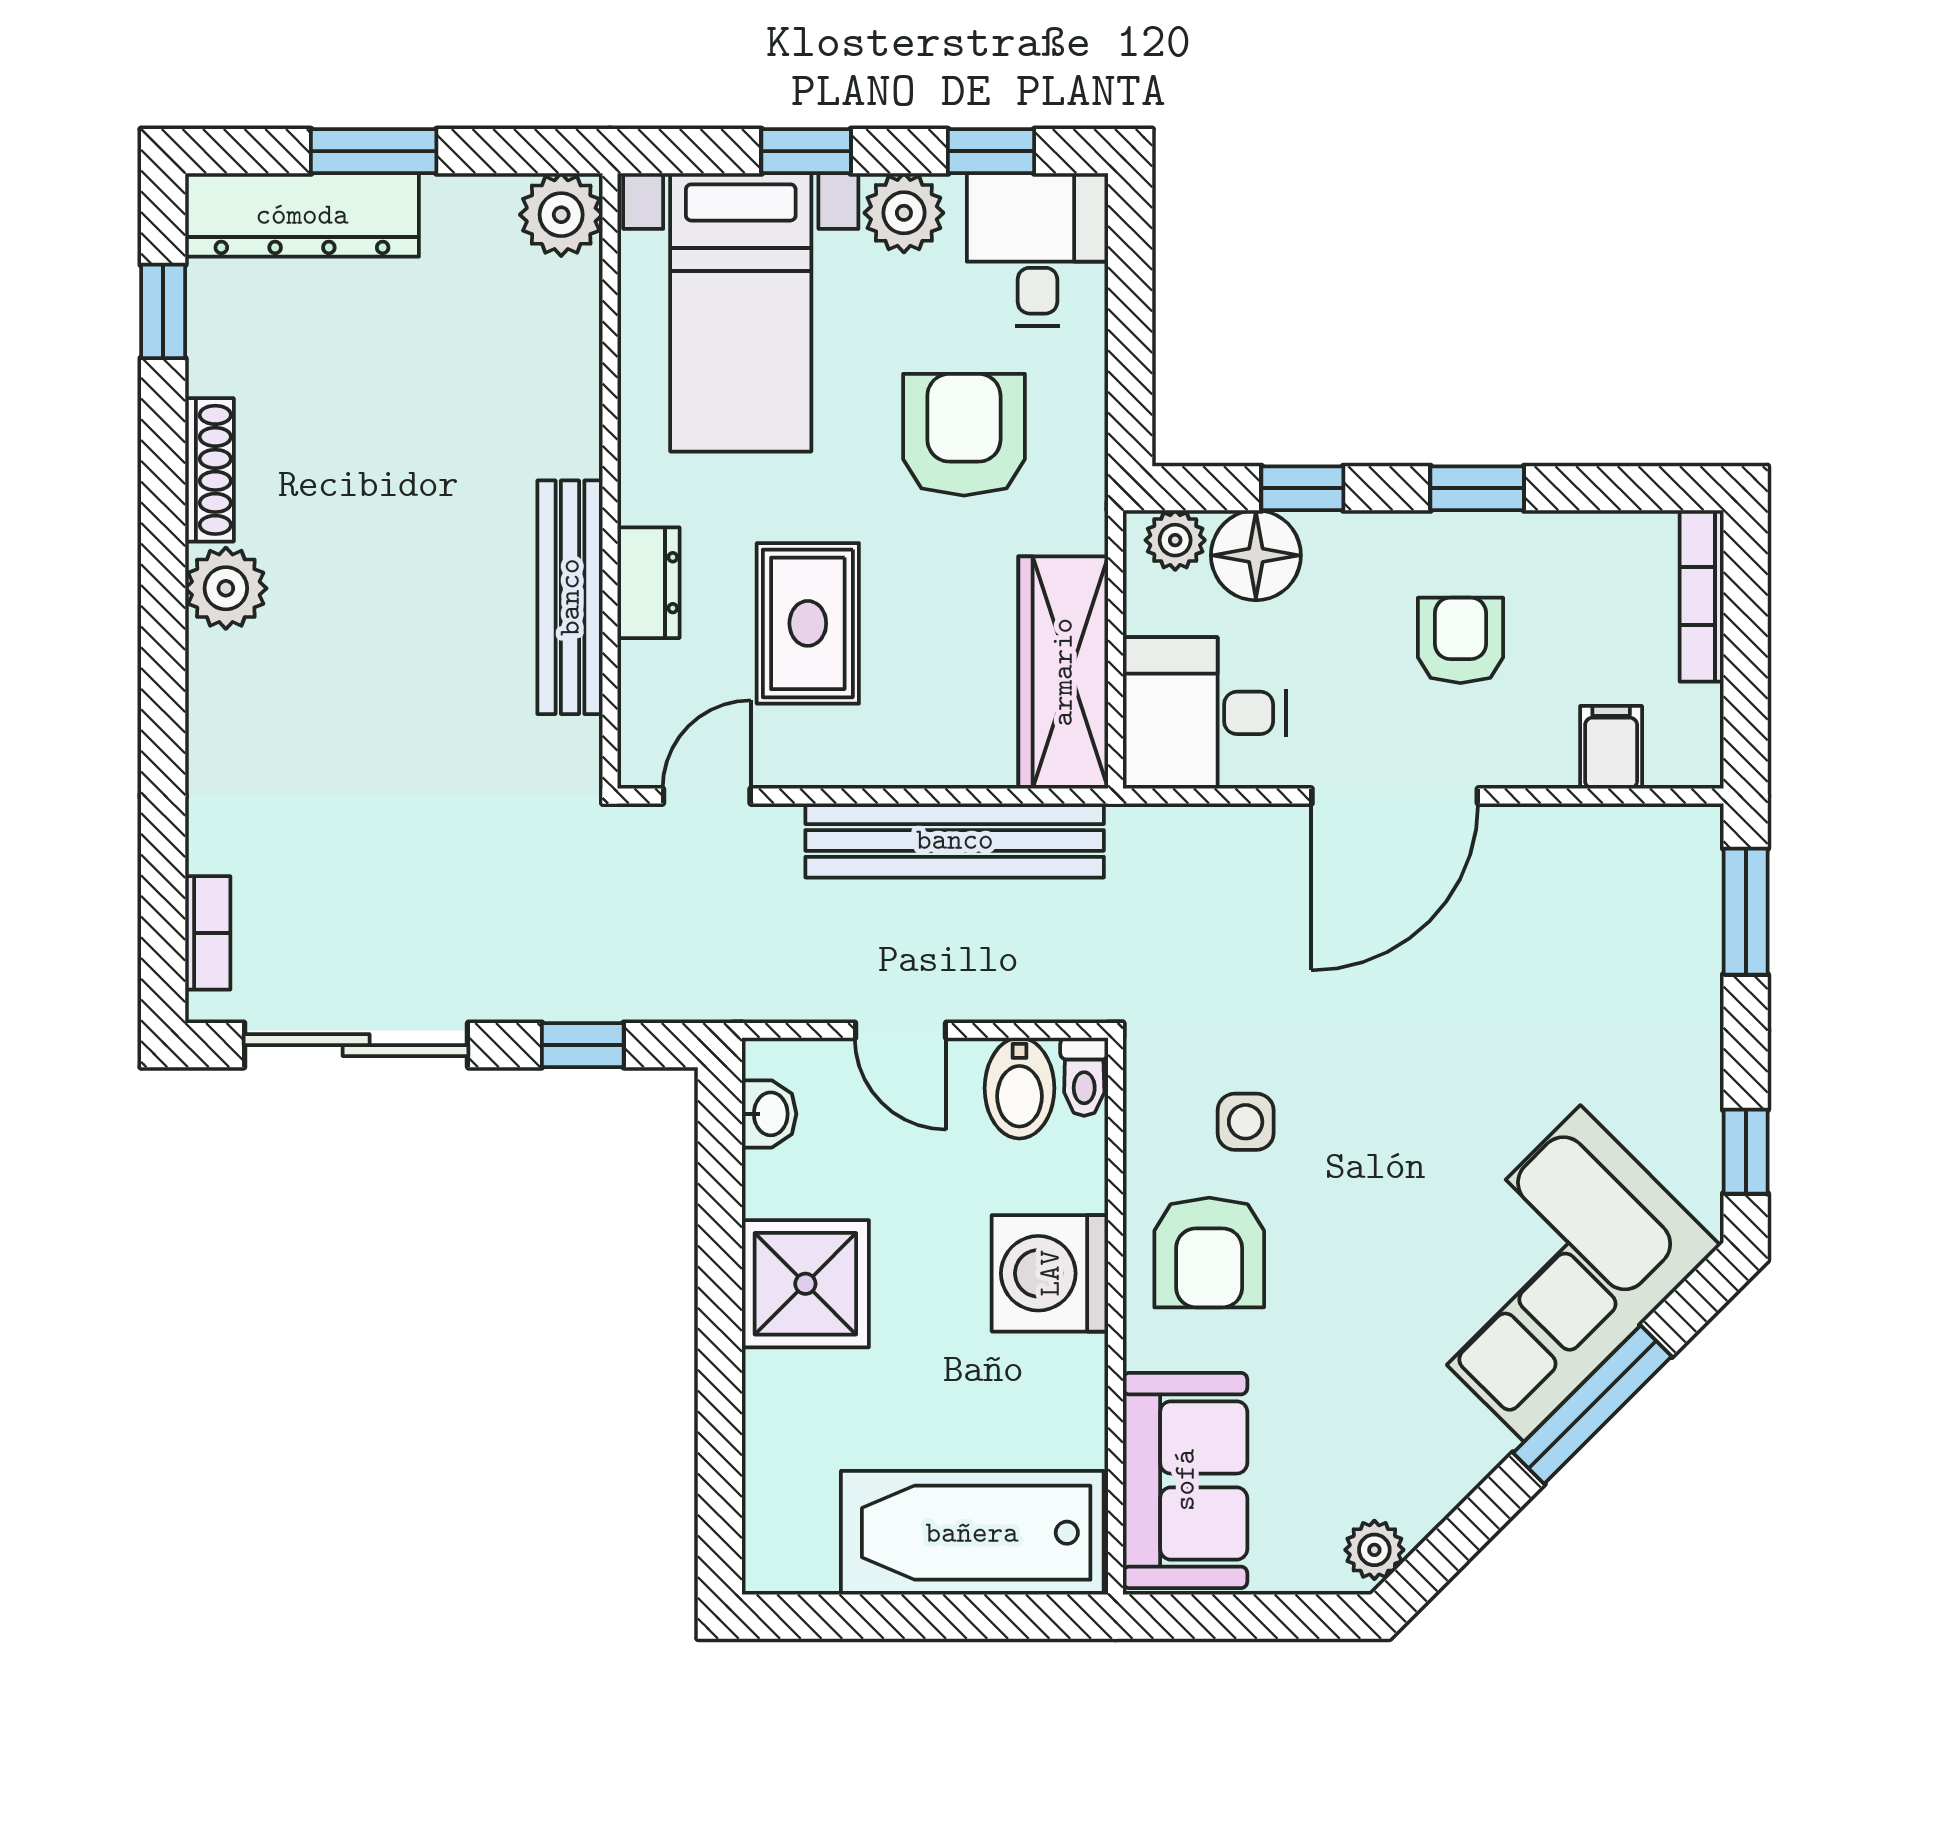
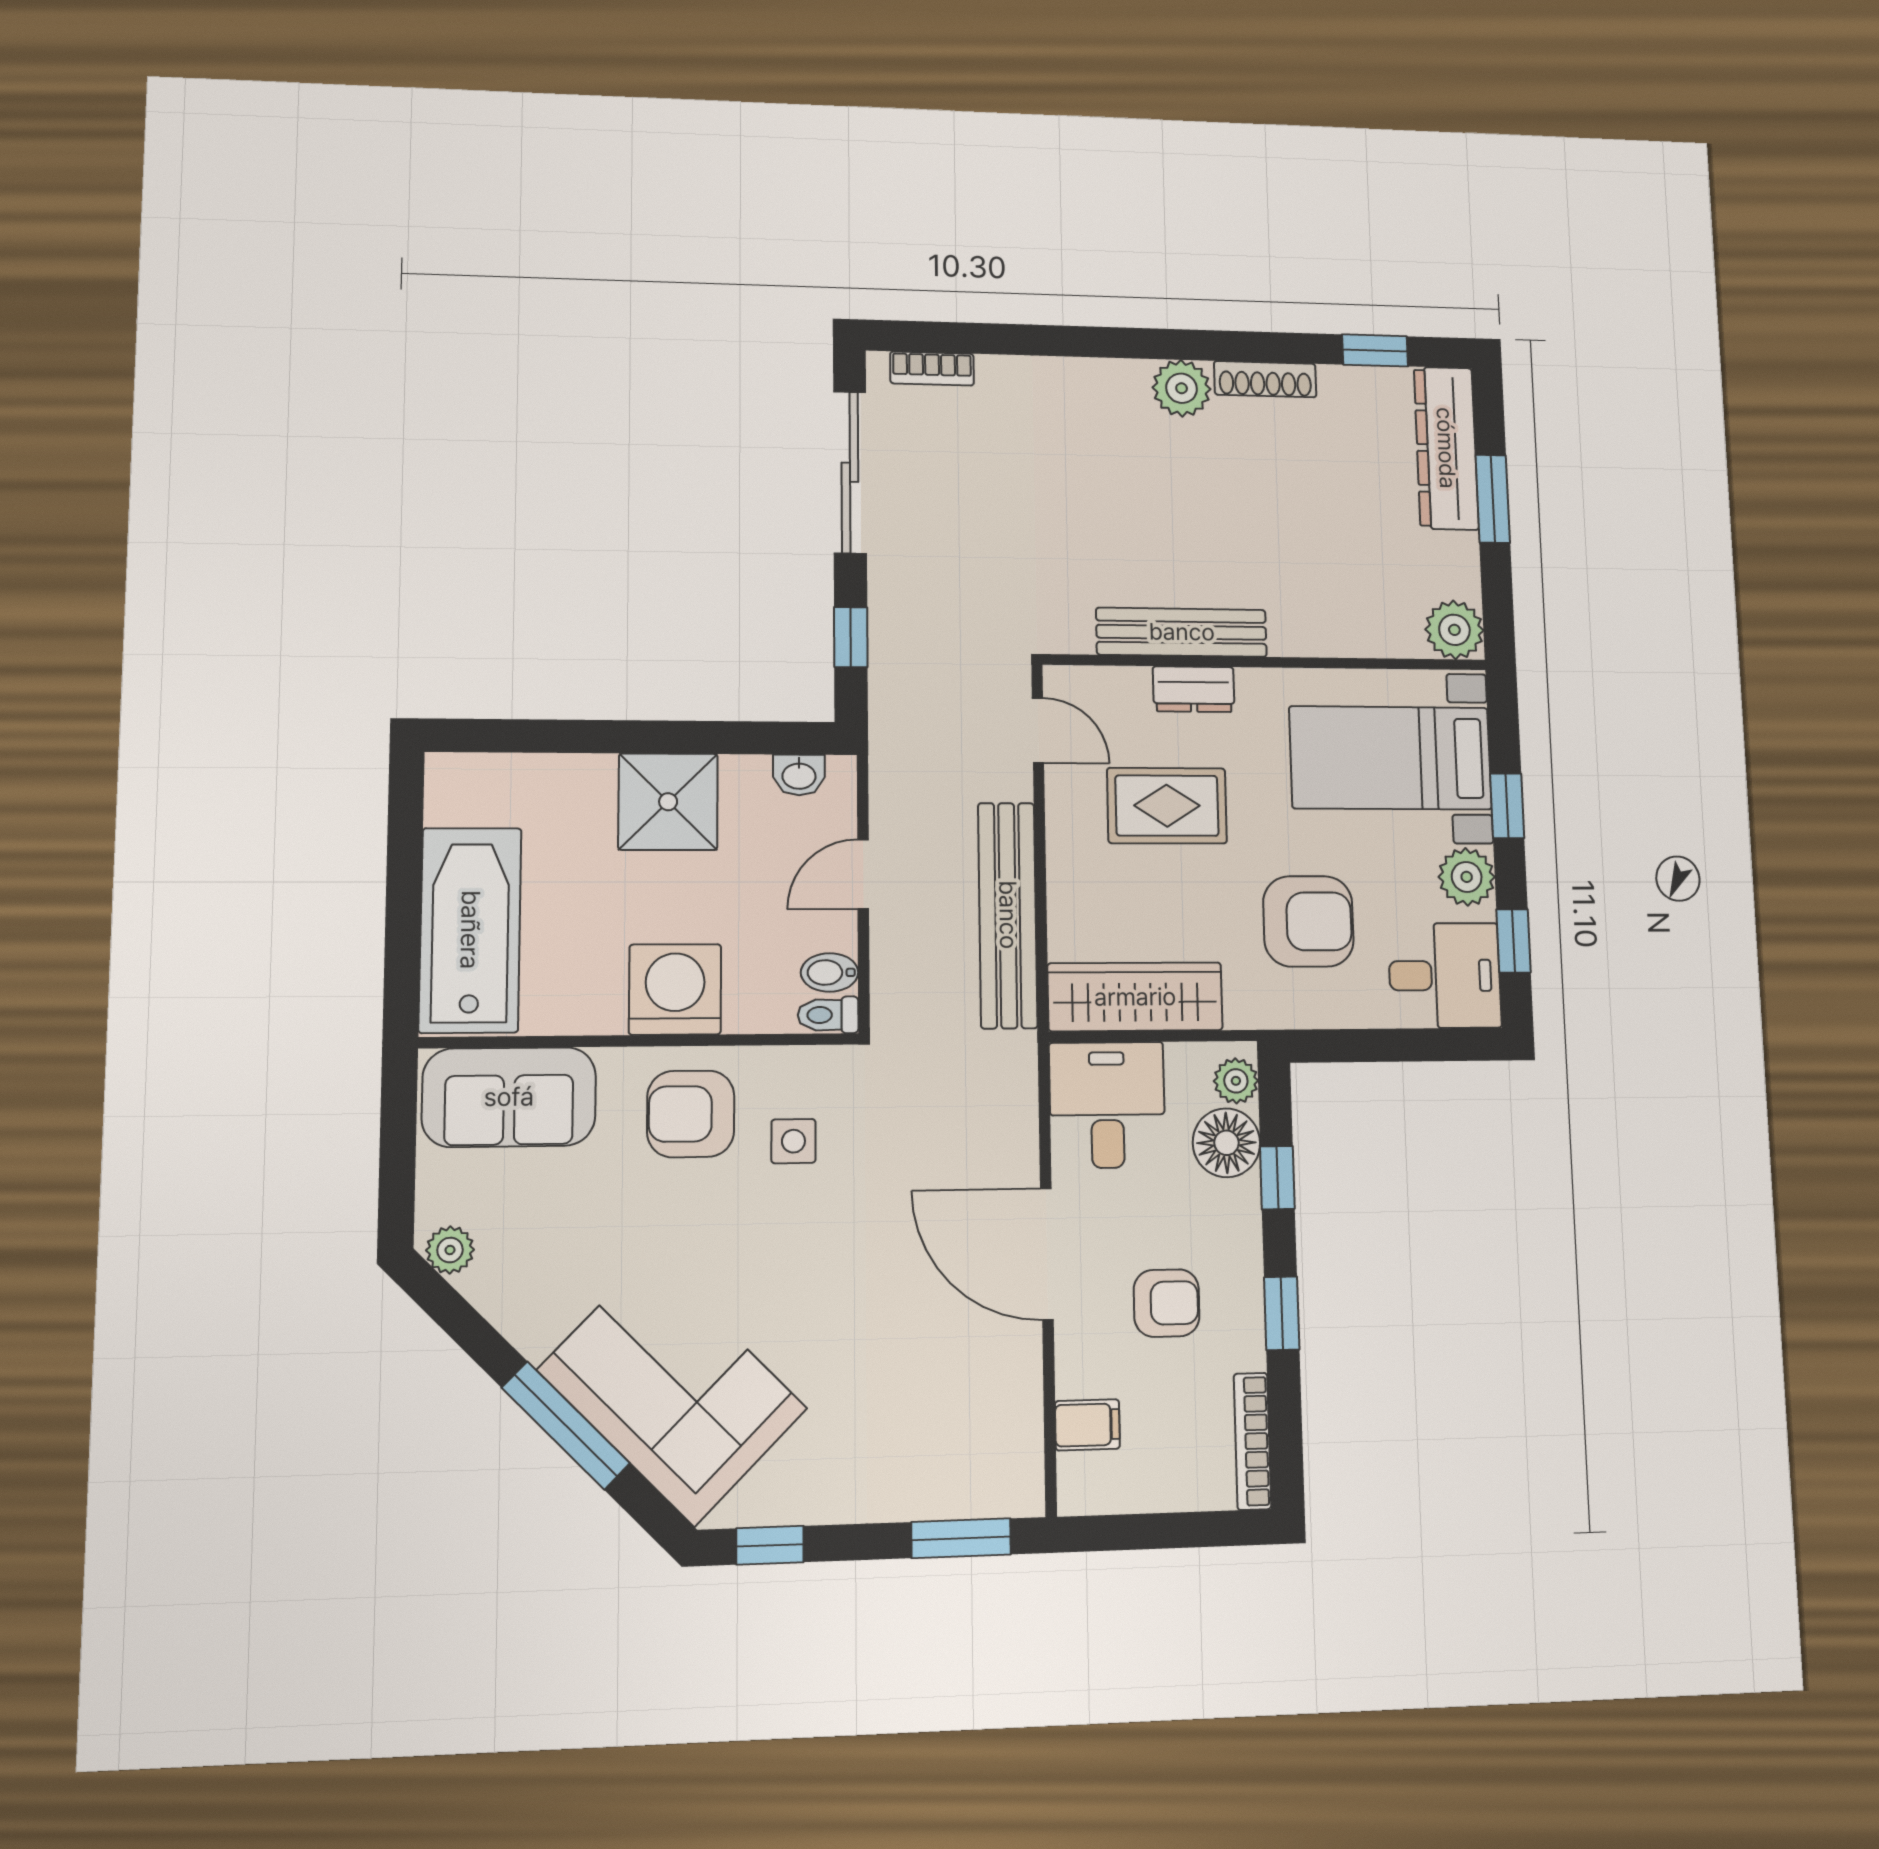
bookcase: (1702, 596) -> (1252, 1441), moved, turned -90
bidet: (1019, 1088) -> (830, 972), width x0.72, depth x0.74

